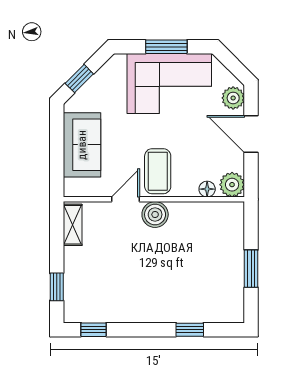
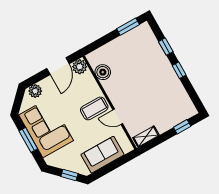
door: (251, 134) -> (58, 66), moved
floor lamp: (207, 189) -> (89, 78), removed
boiler: (155, 214) -> (103, 72), moved
window: (251, 269) -> (128, 27), moved
window: (94, 330) -> (179, 70), moved

